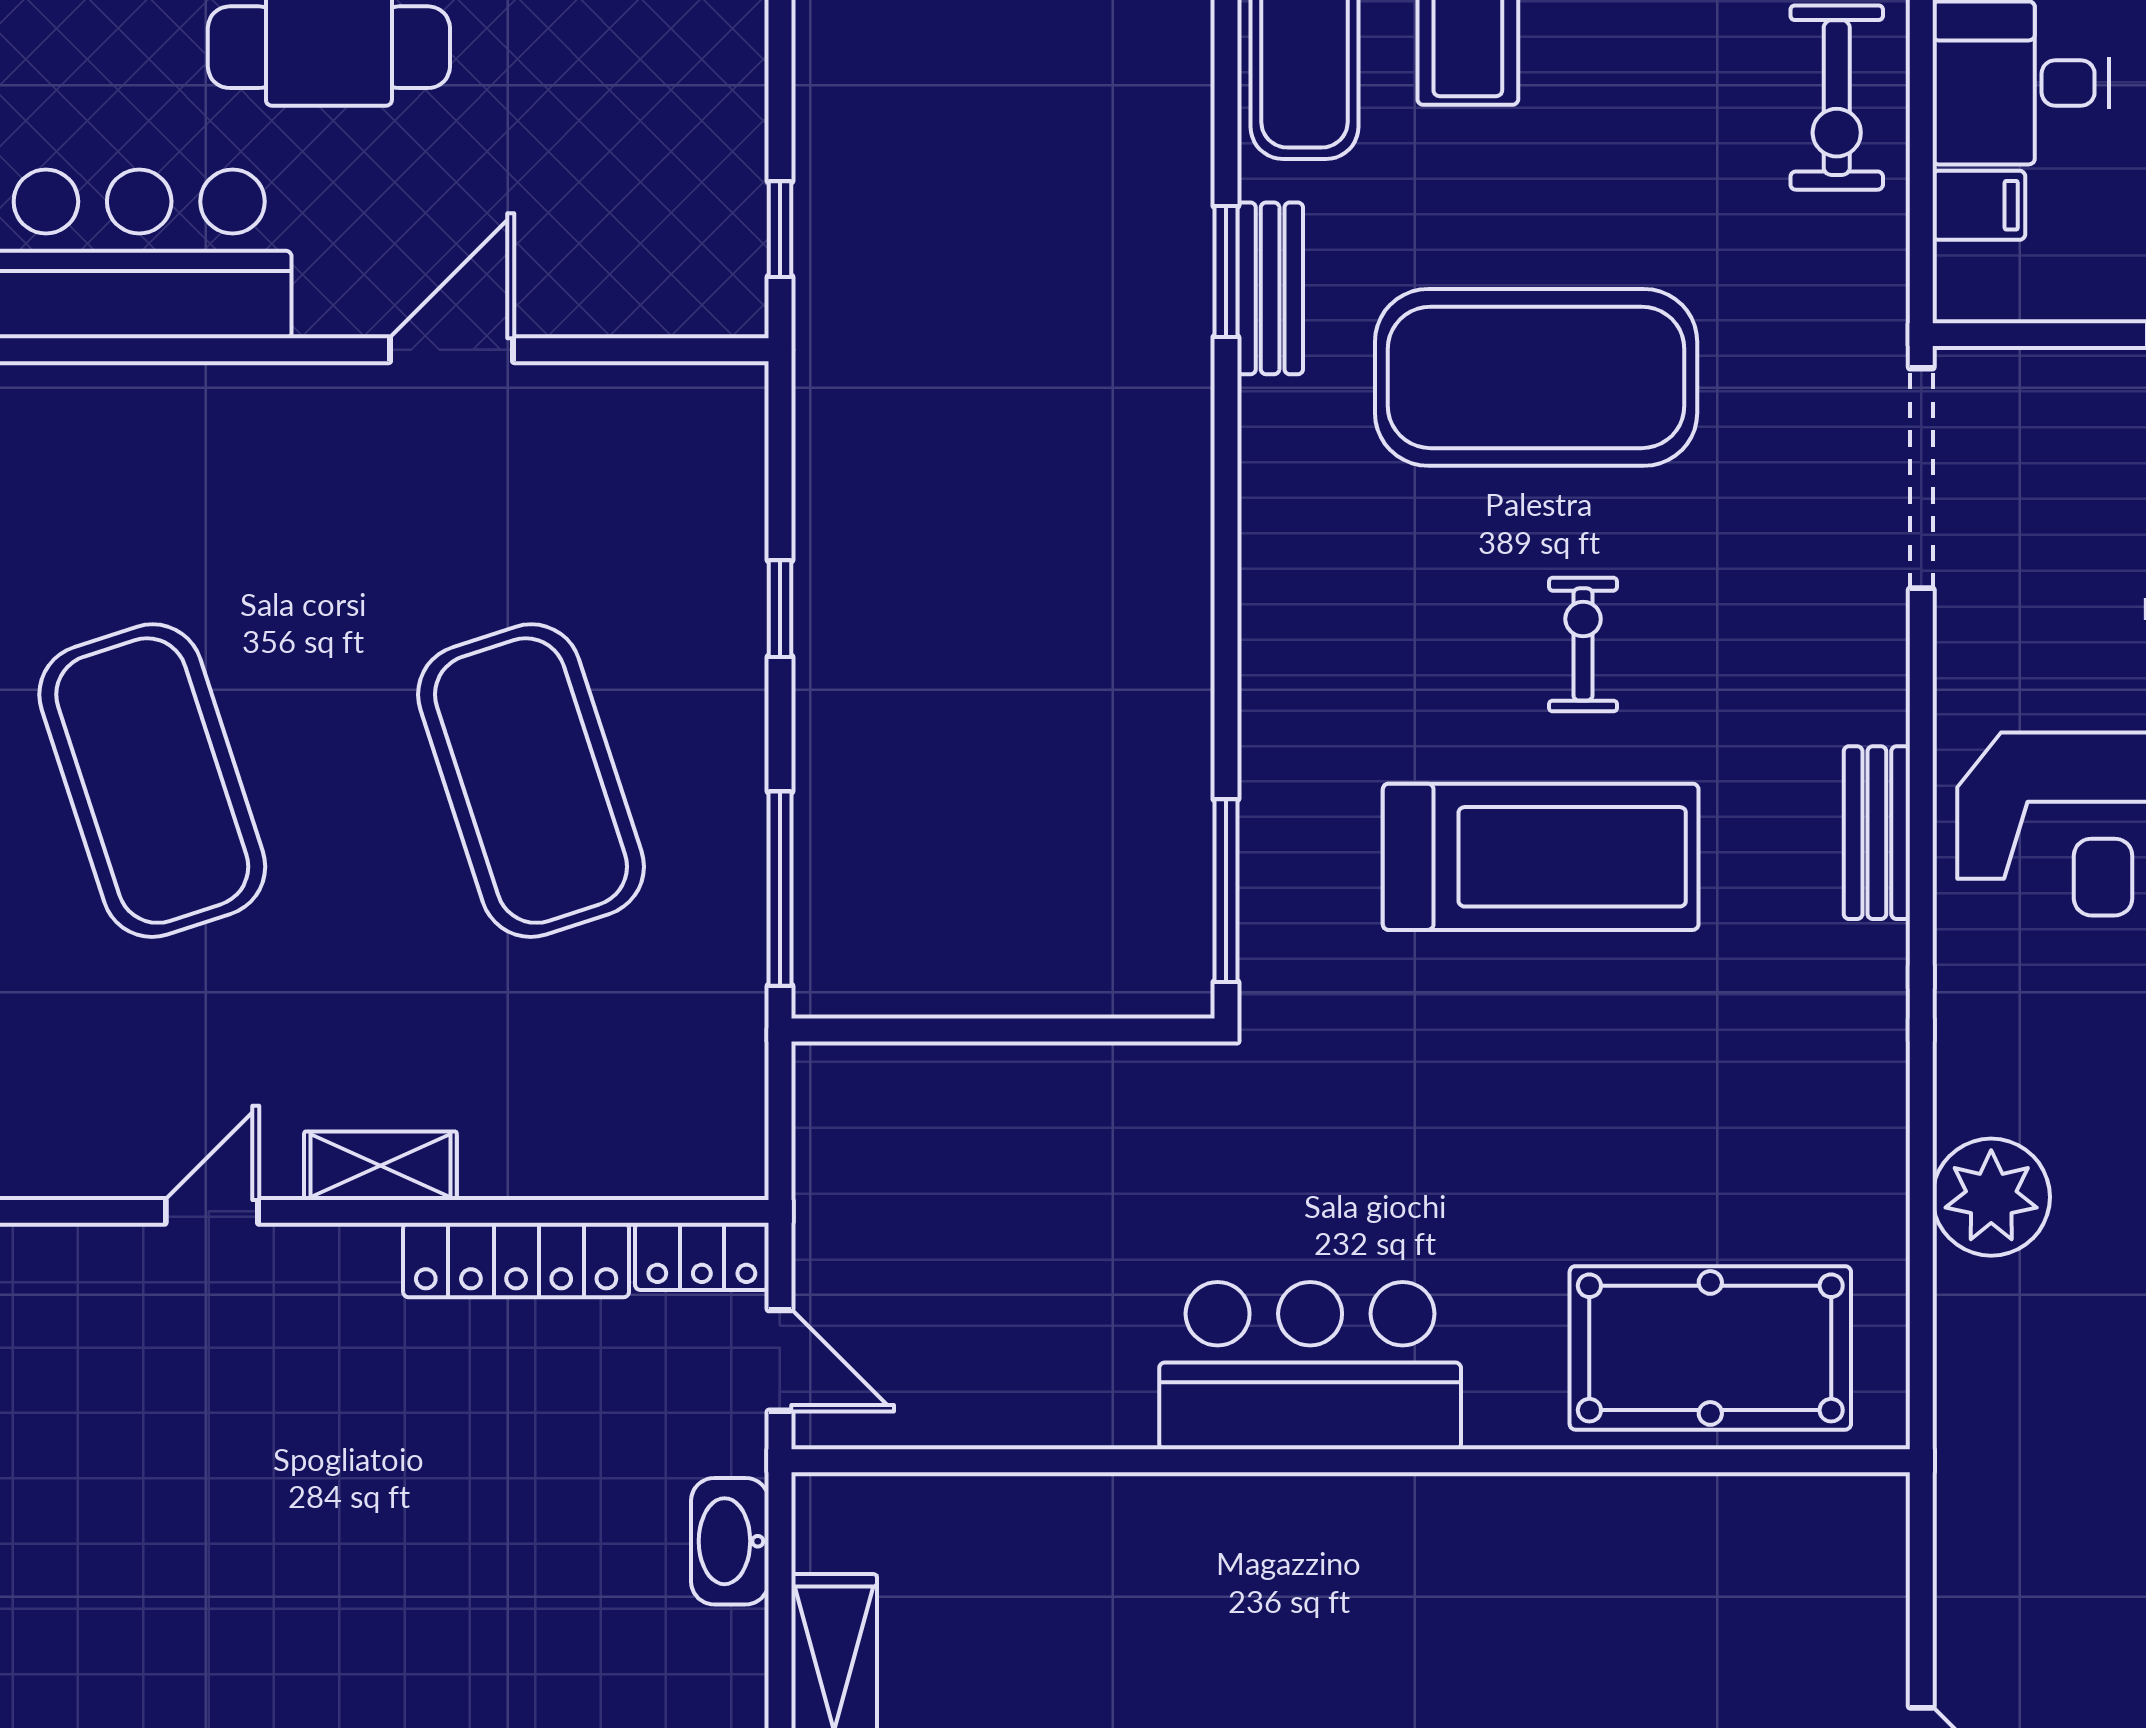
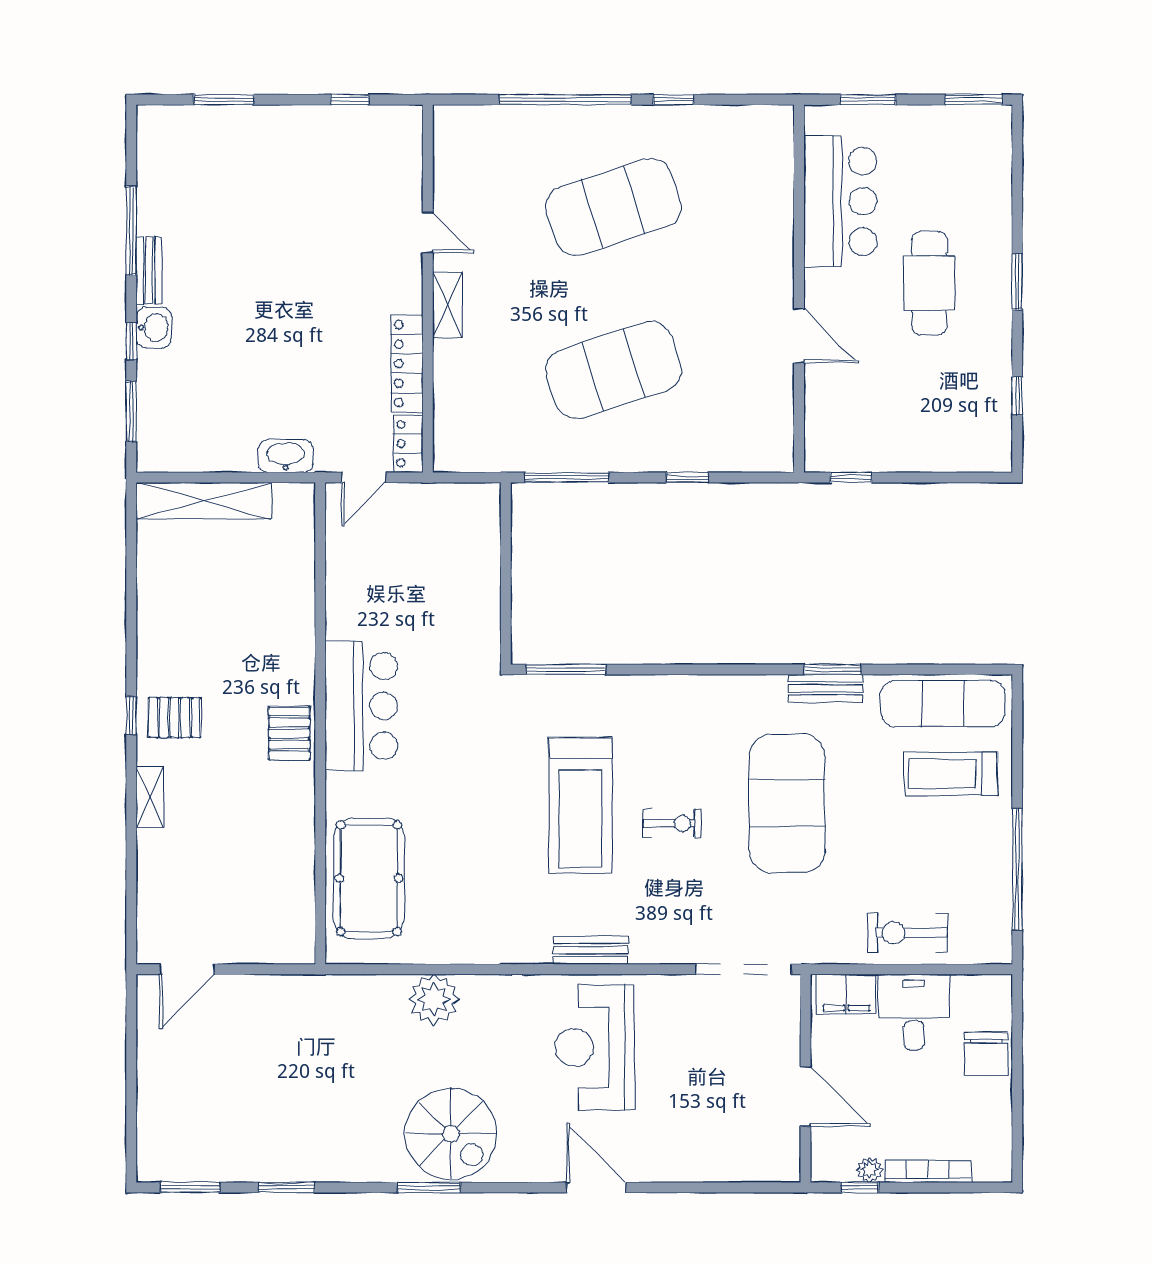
filing cabinet: (1979, 205) -> (846, 994), width x2.00
pallet: (1374, 1533) -> (289, 733), added

